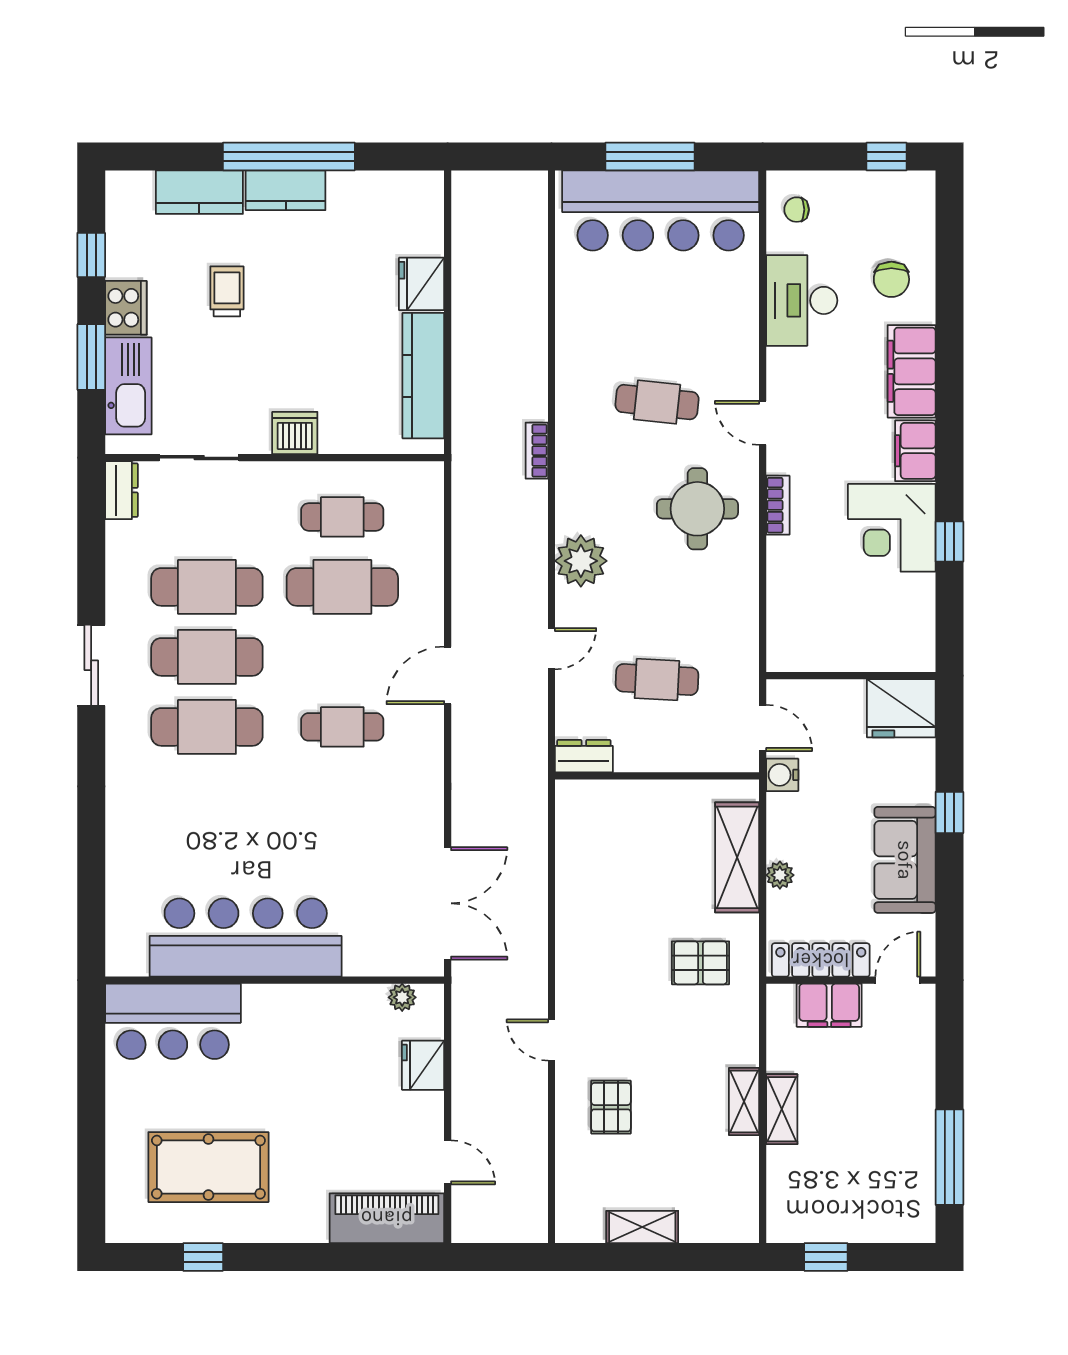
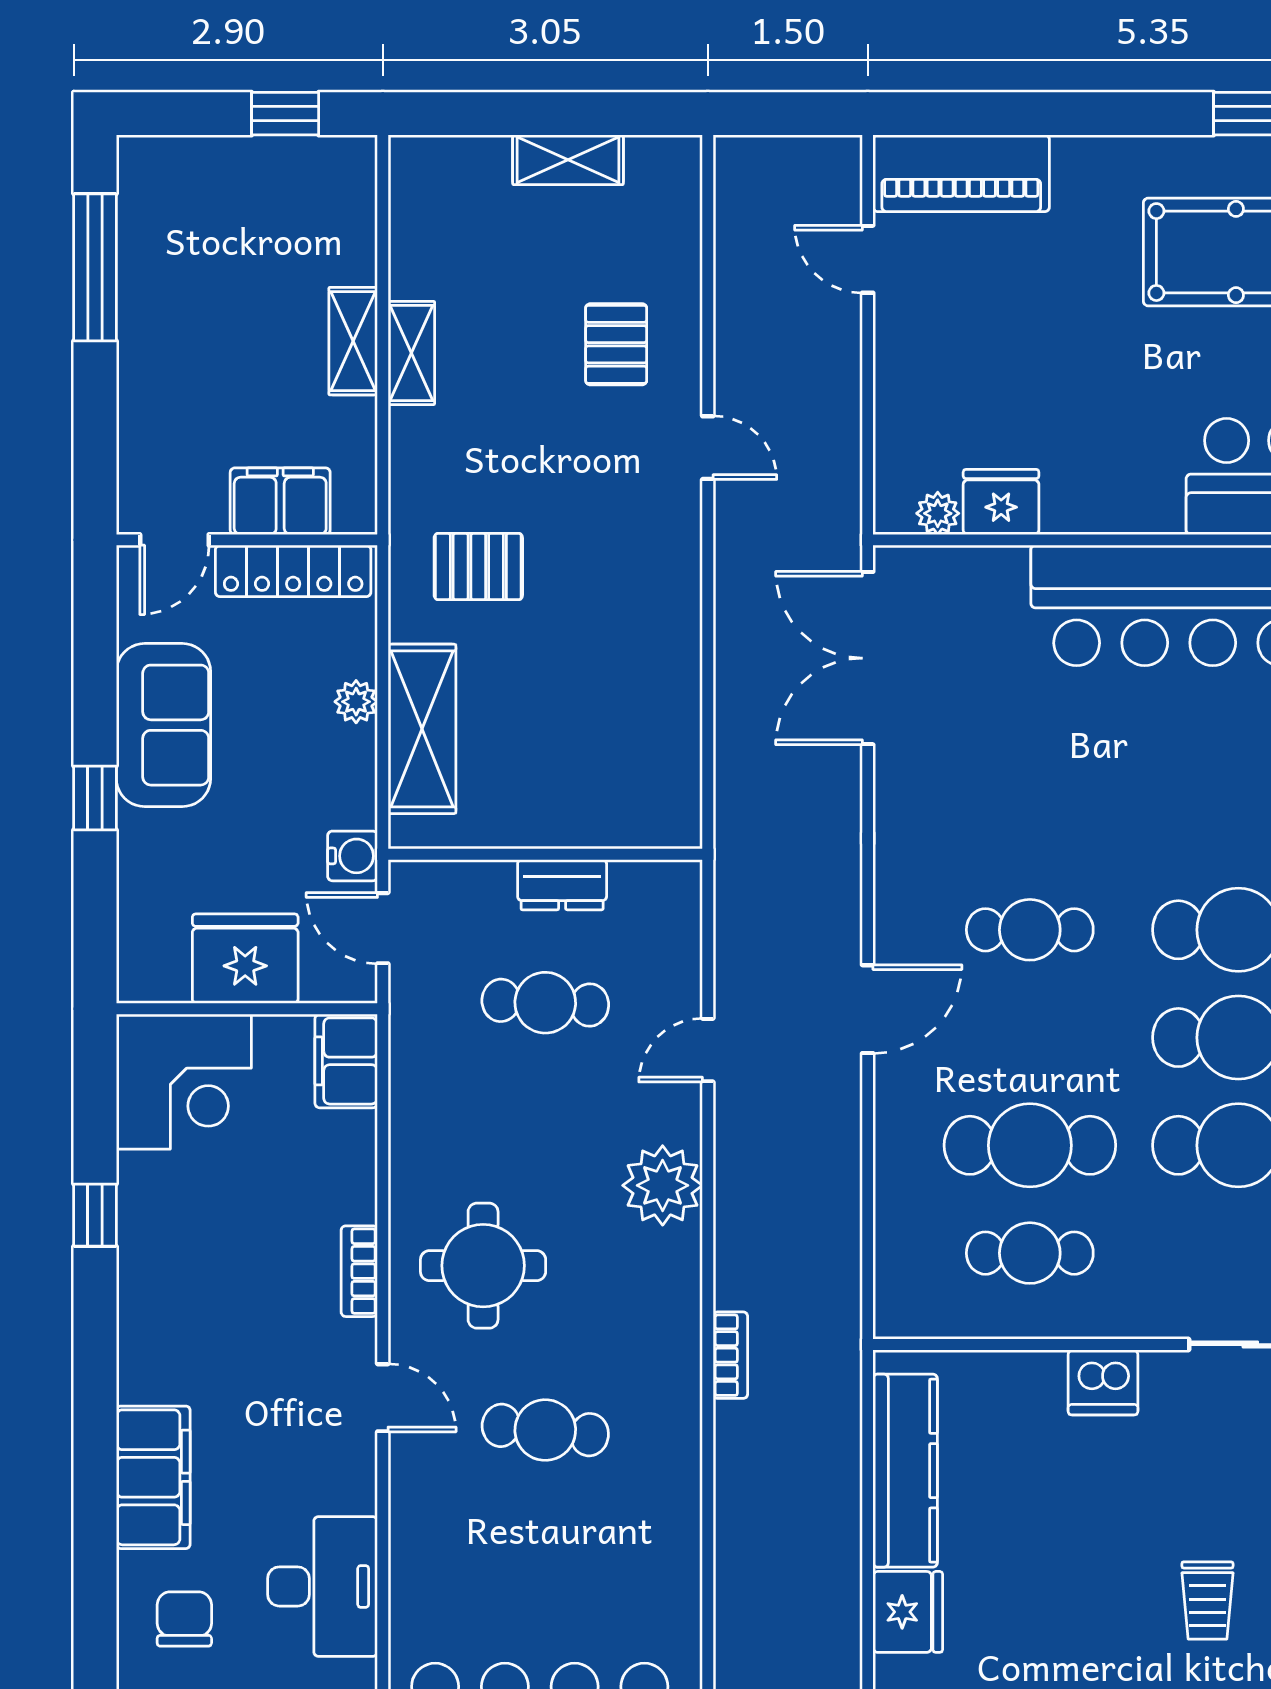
filing cabinet: (915, 451) -> (346, 1061), moved, turned 180
corner desk: (892, 528) -> (184, 1082), moved, turned 90
fridge: (901, 708) -> (245, 959), moved
dresser: (584, 756) -> (562, 885), moved
fridge: (423, 1065) -> (1001, 502), moved, turned -90

